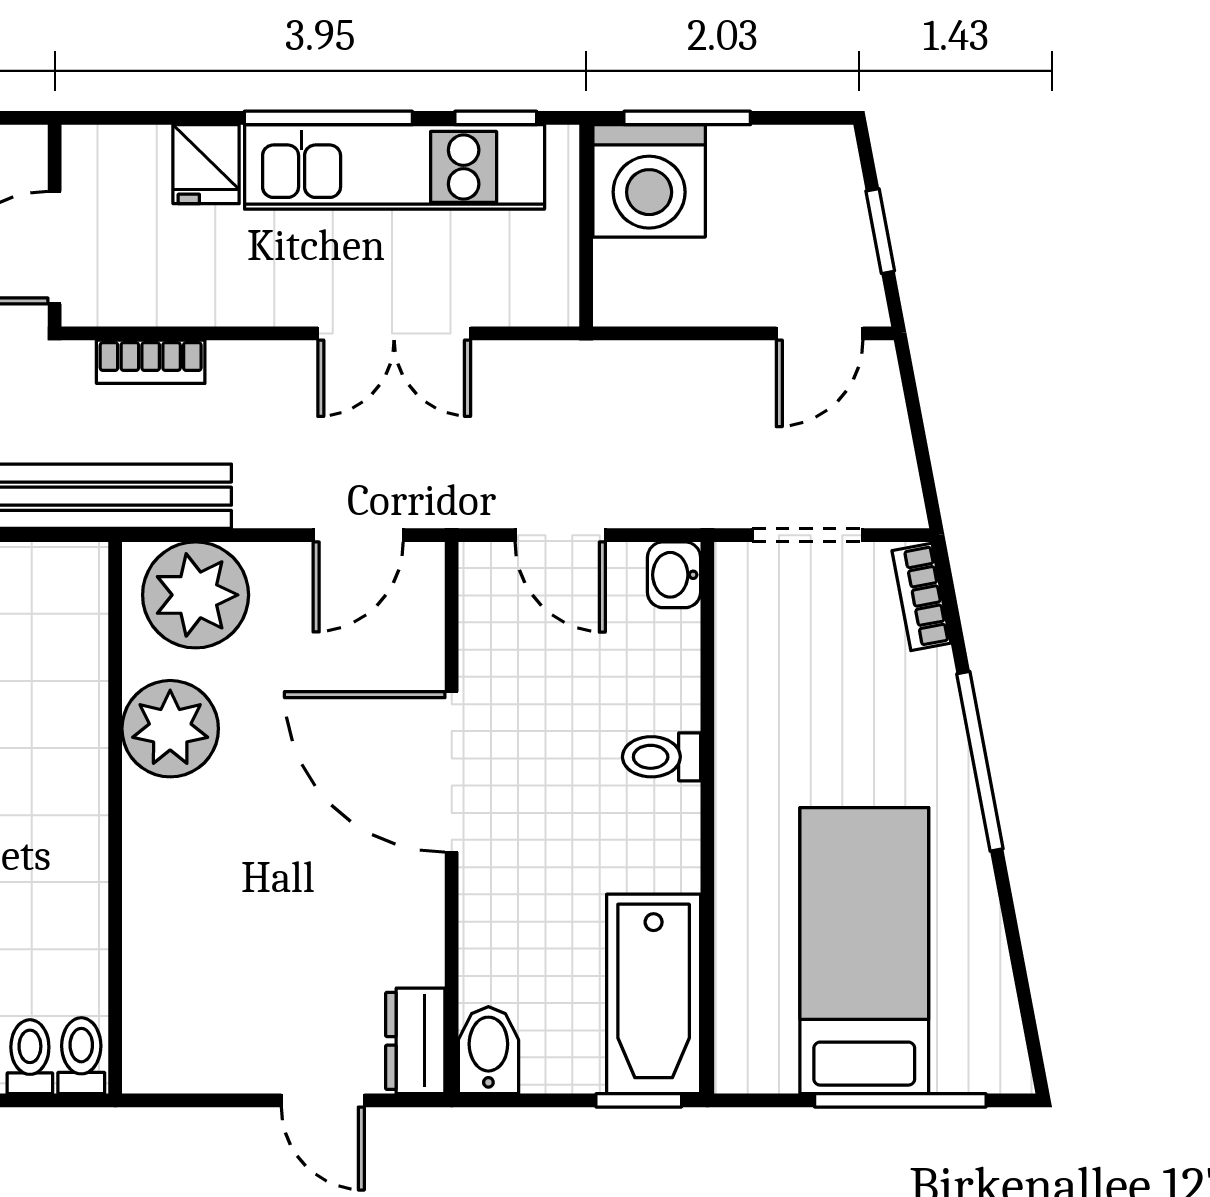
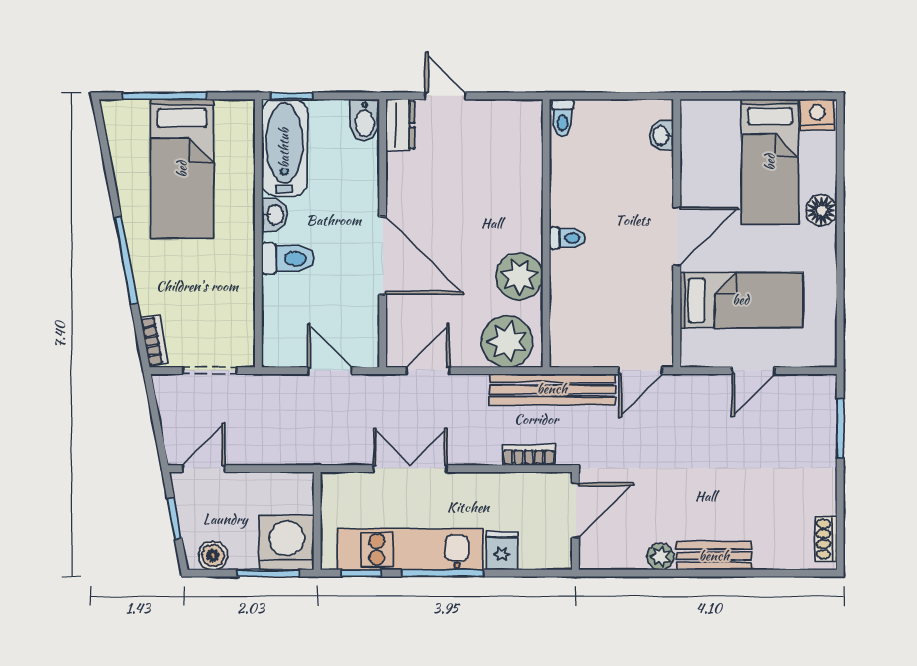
boiler: (801, 154) -> (213, 556), added
washbasin: (674, 575) -> (275, 215), moved
toilet: (662, 757) -> (288, 259), width x1.37, depth x1.39
toilet: (30, 1057) -> (567, 238), moved, turned -90

